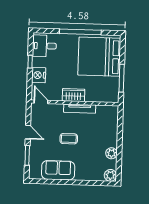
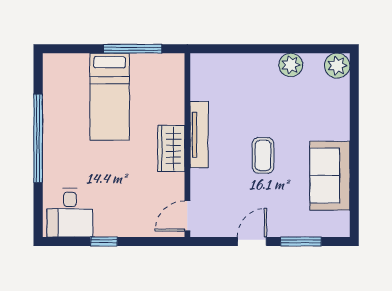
bed: (99, 57) -> (110, 97), width x0.49
nightstand: (39, 75) -> (132, 223), removed

